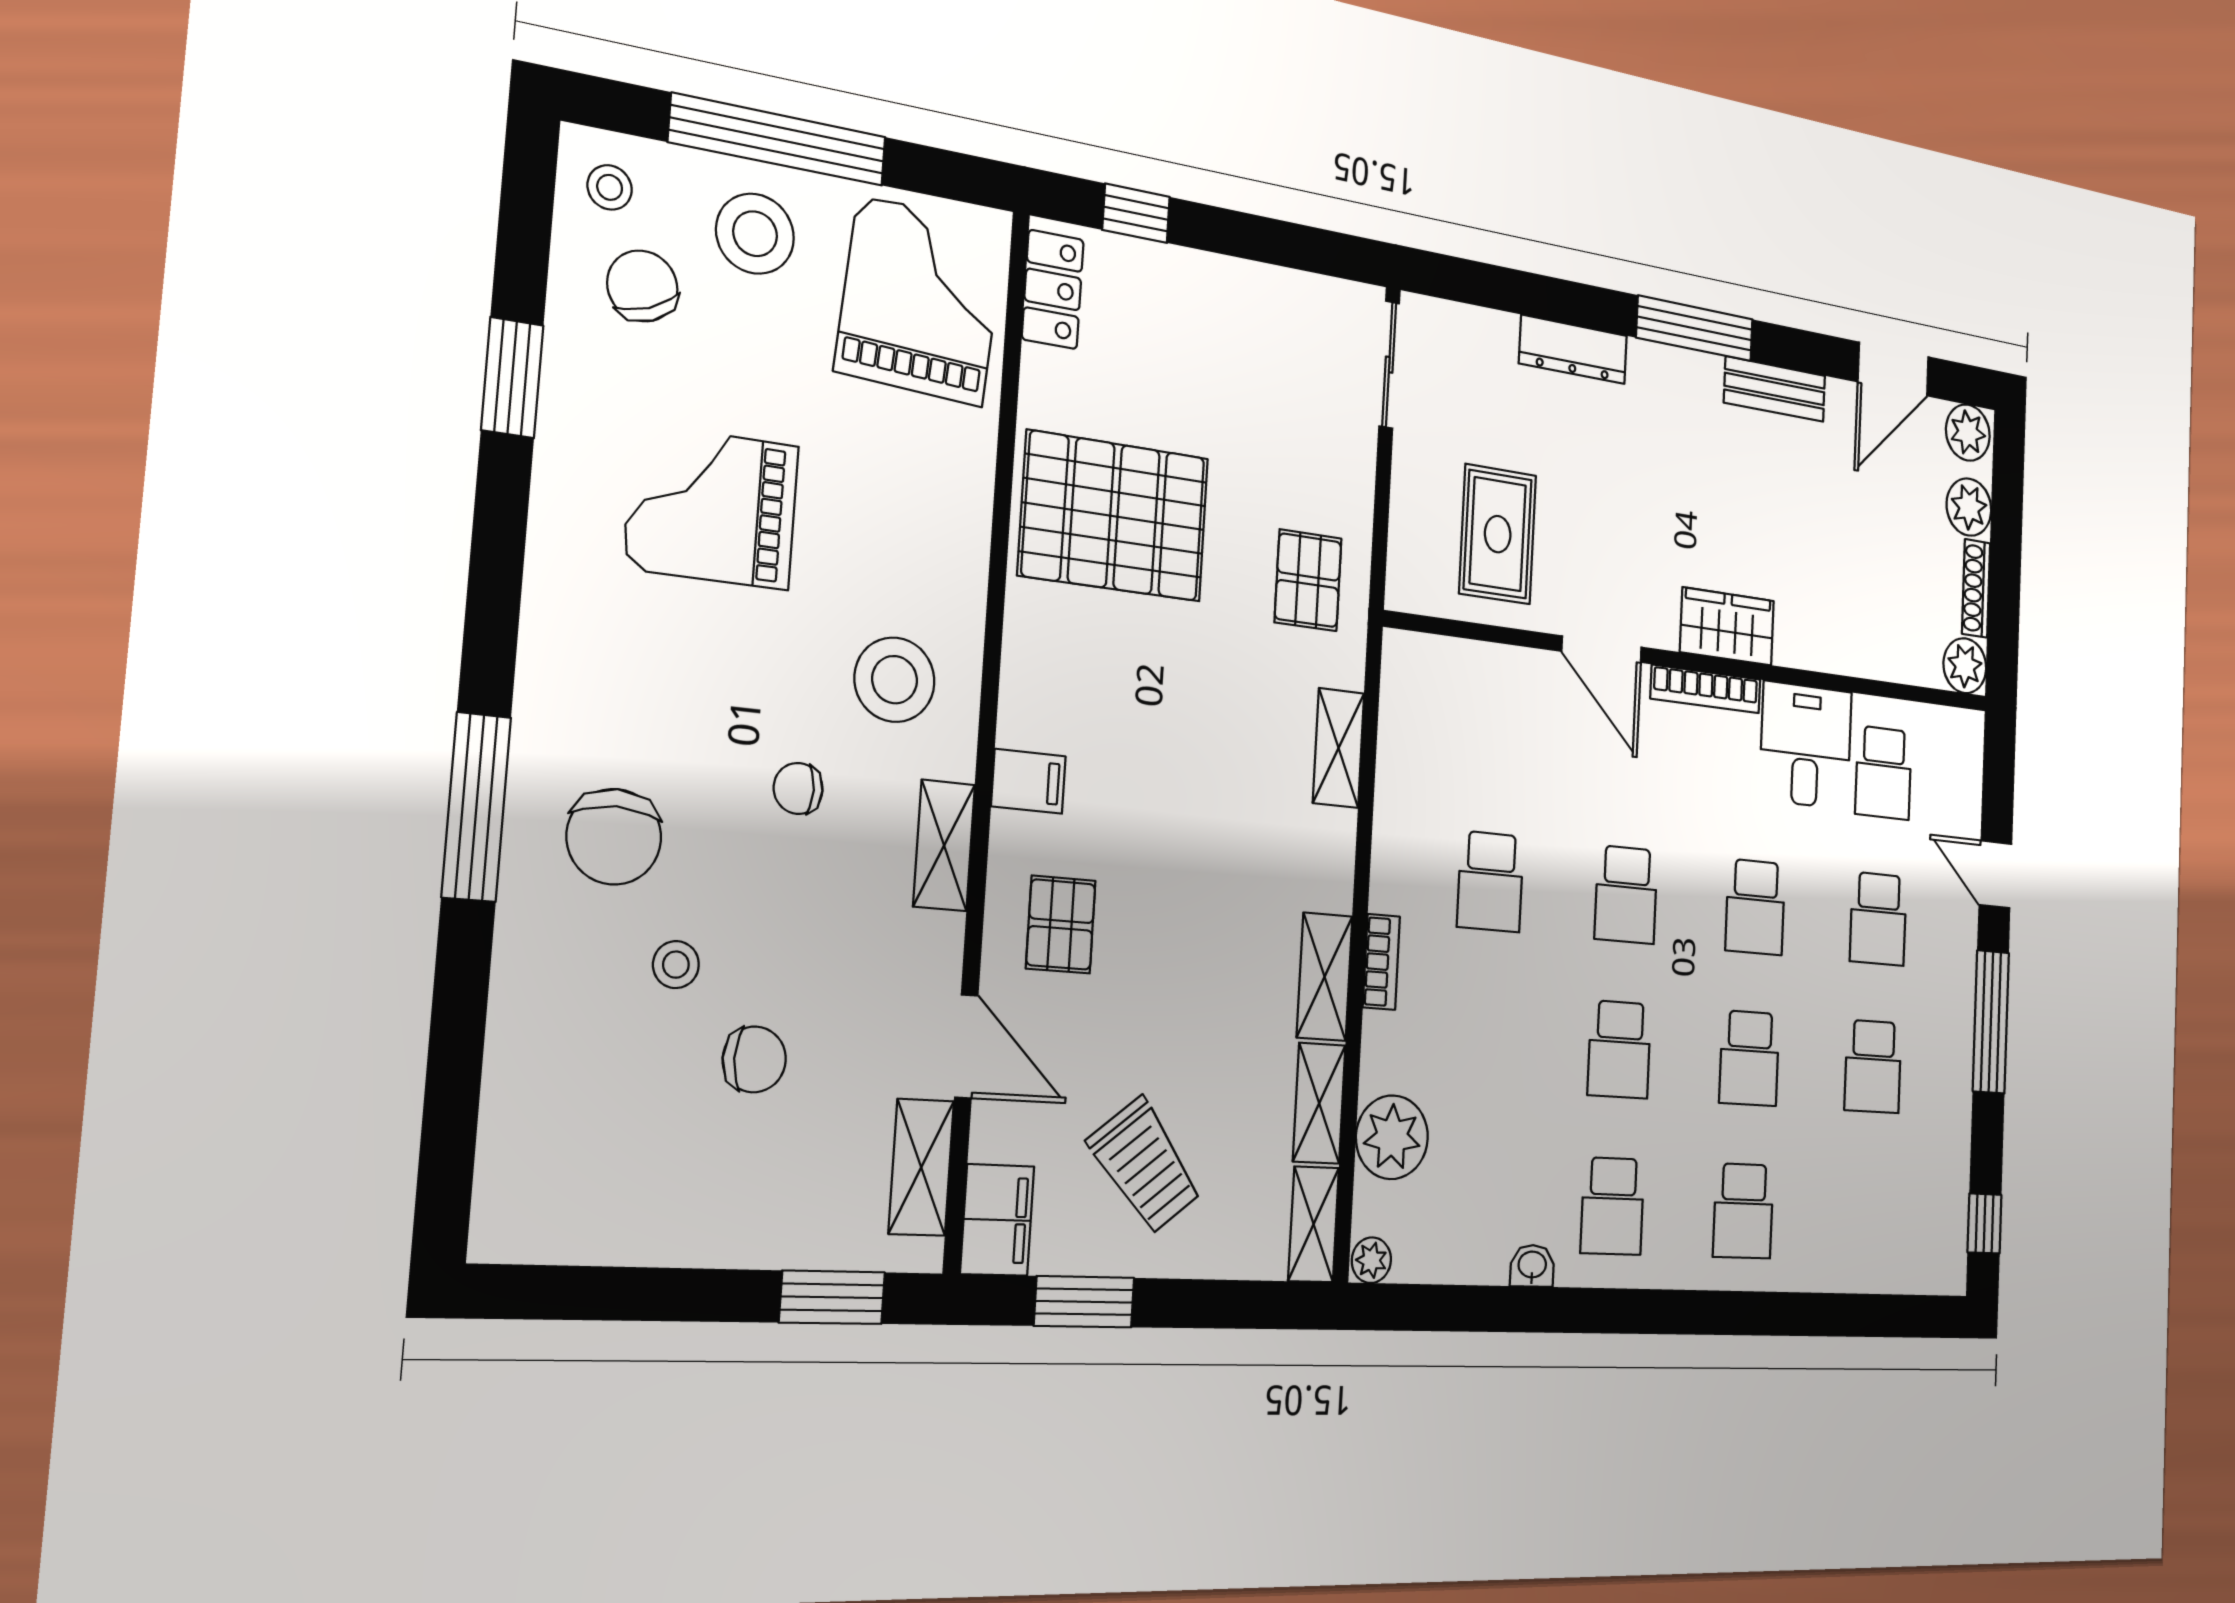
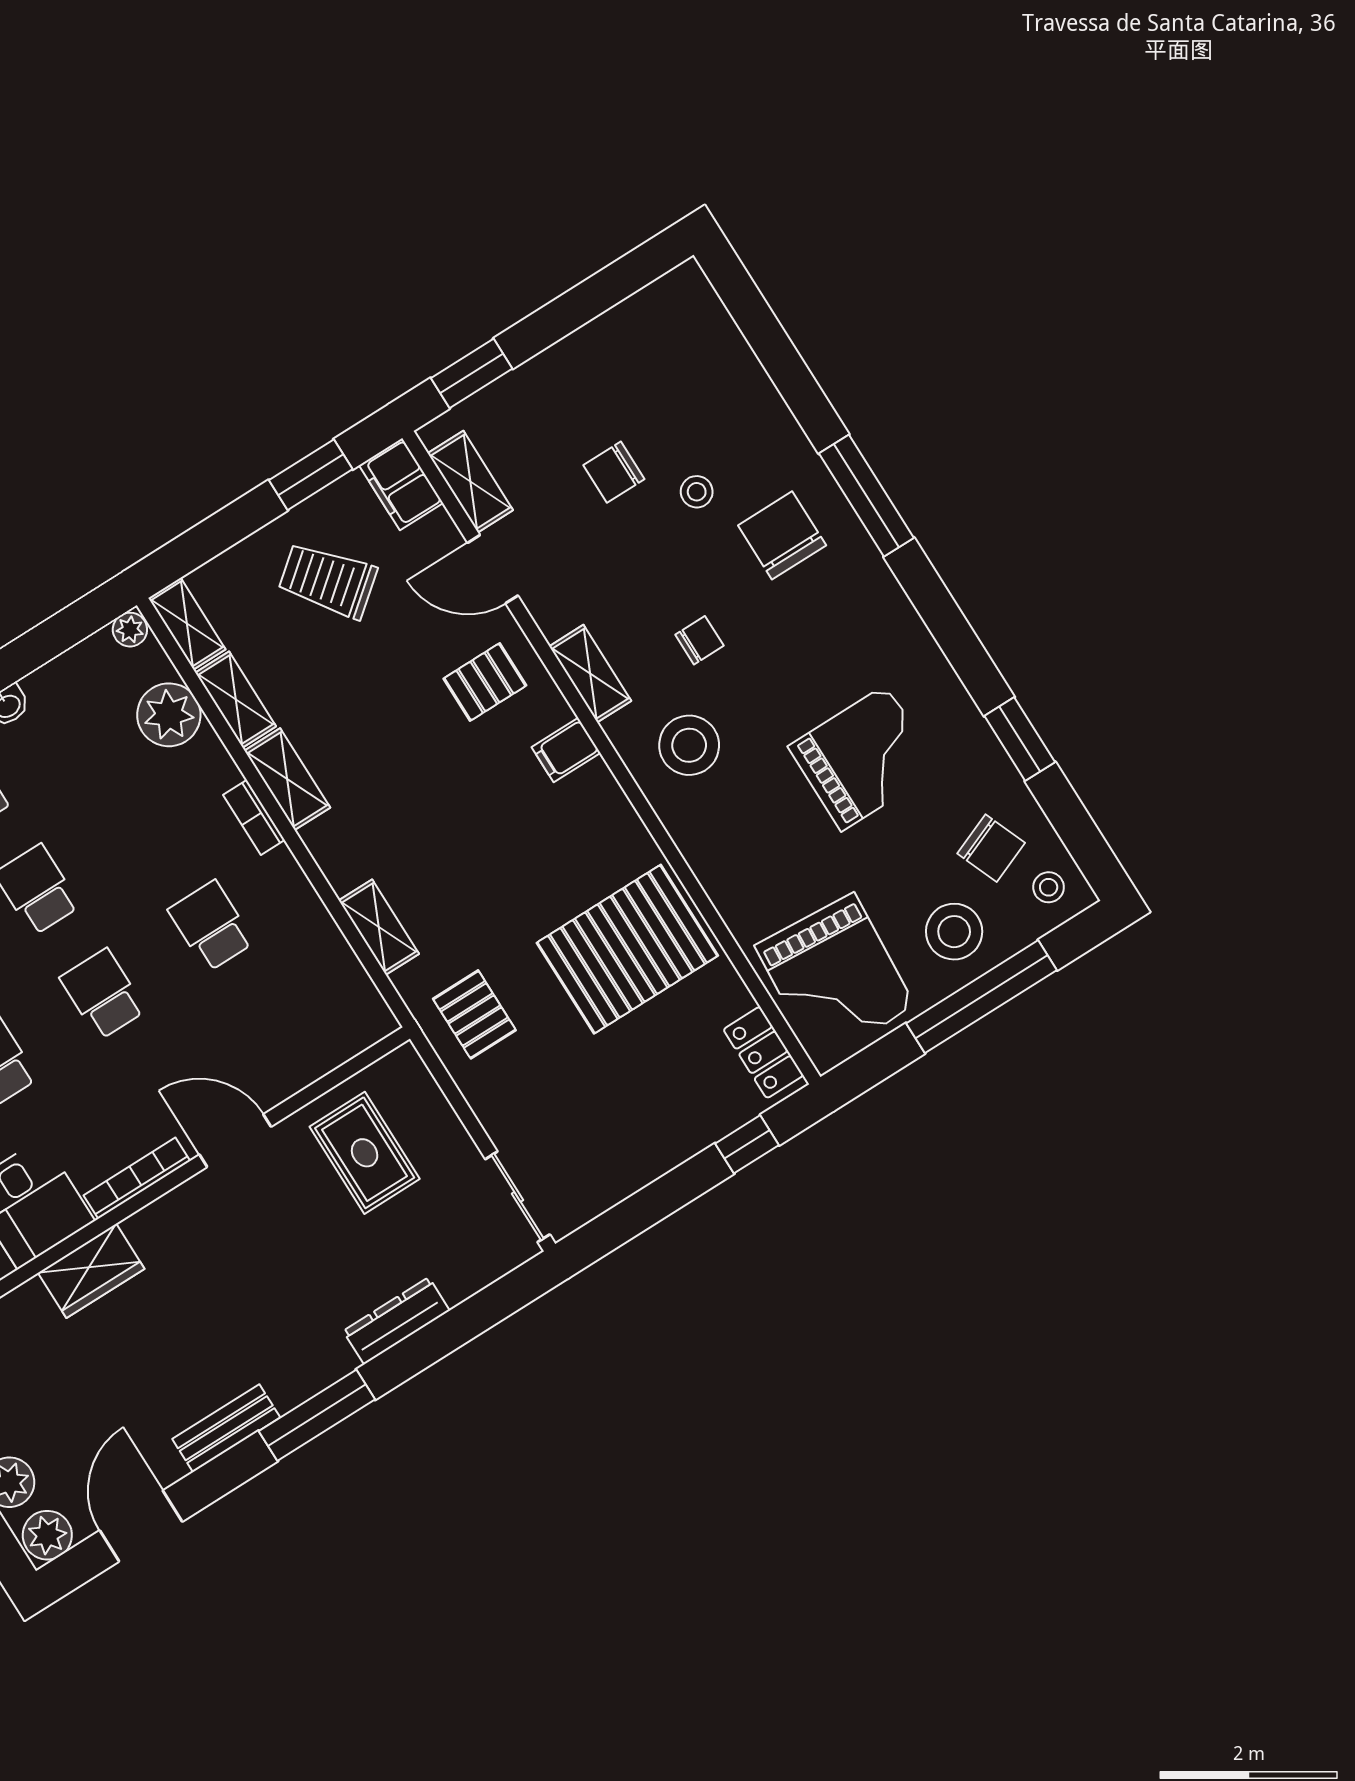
wardrobe: (1727, 626) -> (91, 1271), moved
pallet: (1061, 925) -> (485, 682), turned 90

